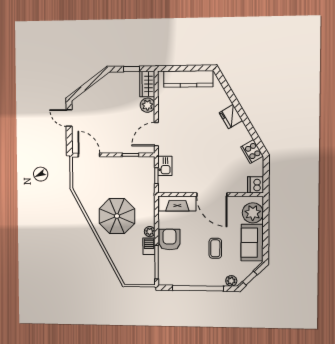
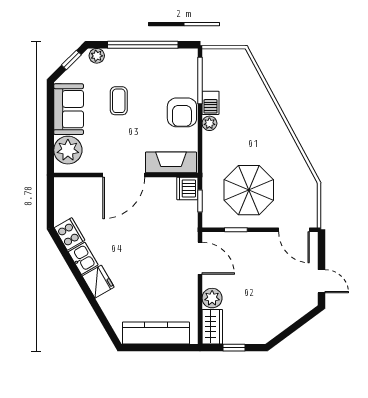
door: (156, 134) -> (200, 258), hinge flipped
kitchen sink: (165, 166) -> (83, 258), moved, turned 150
dishwasher: (255, 185) -> (187, 188), moved, turned 180
door: (212, 195) -> (124, 175), swing flipped
parasol: (117, 216) -> (249, 190), moved

